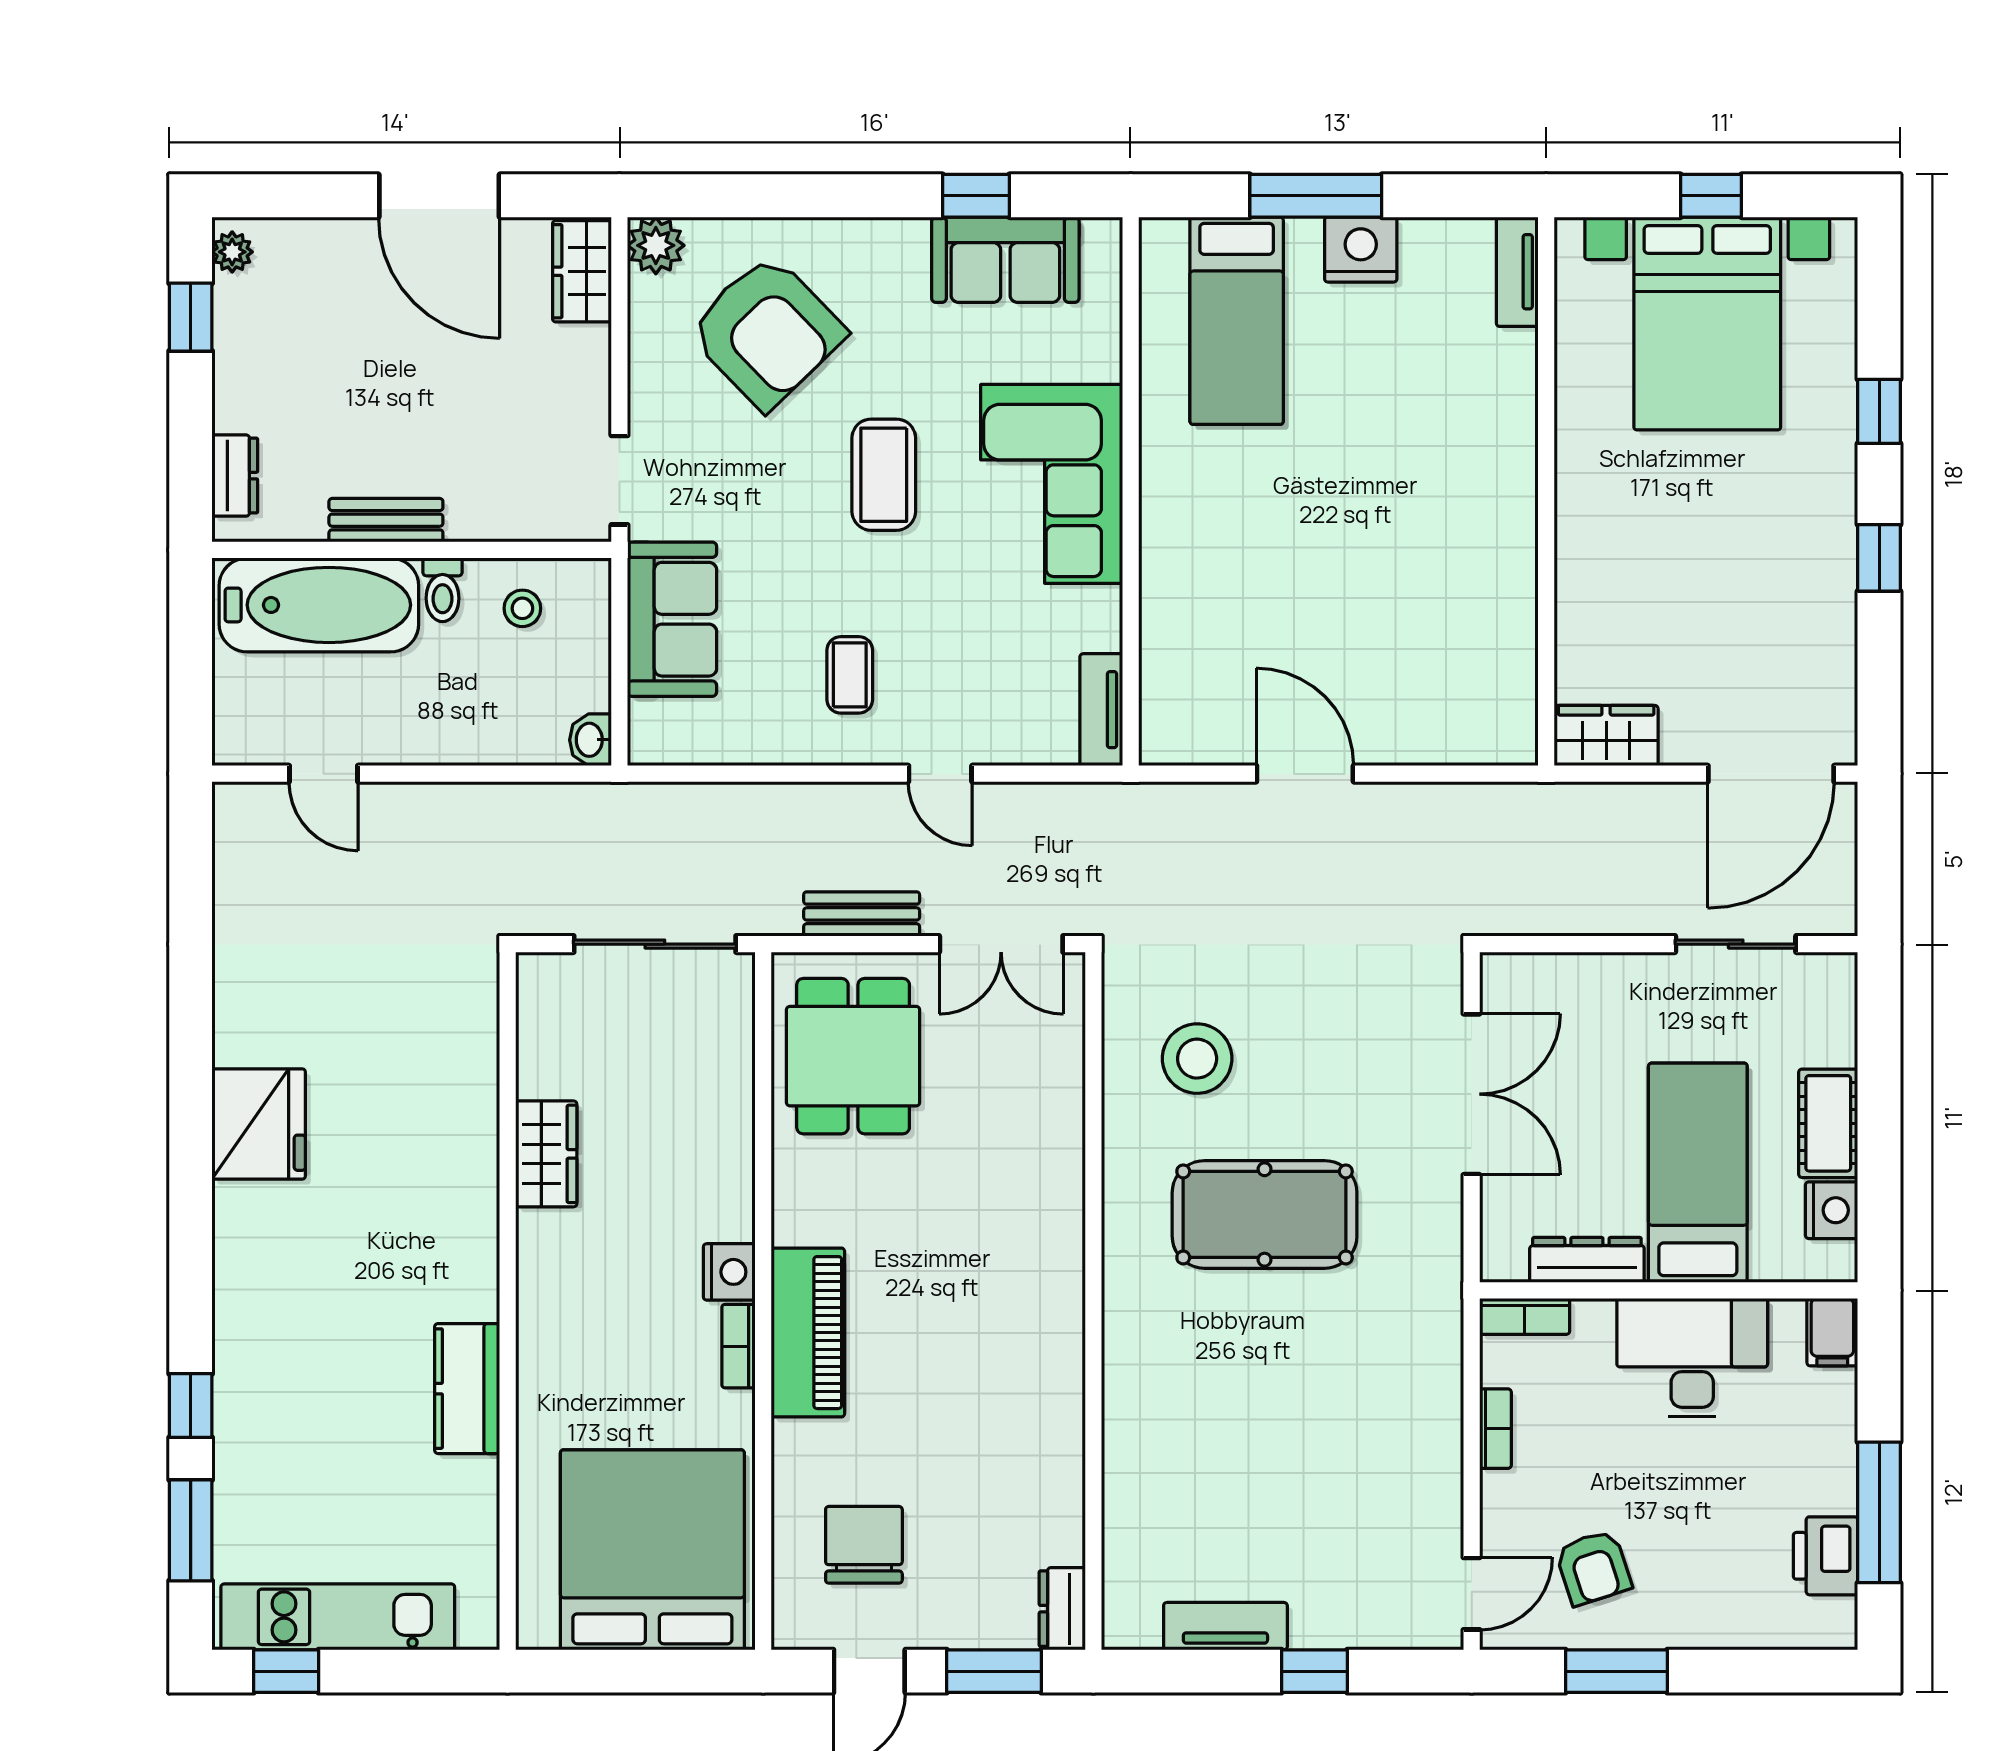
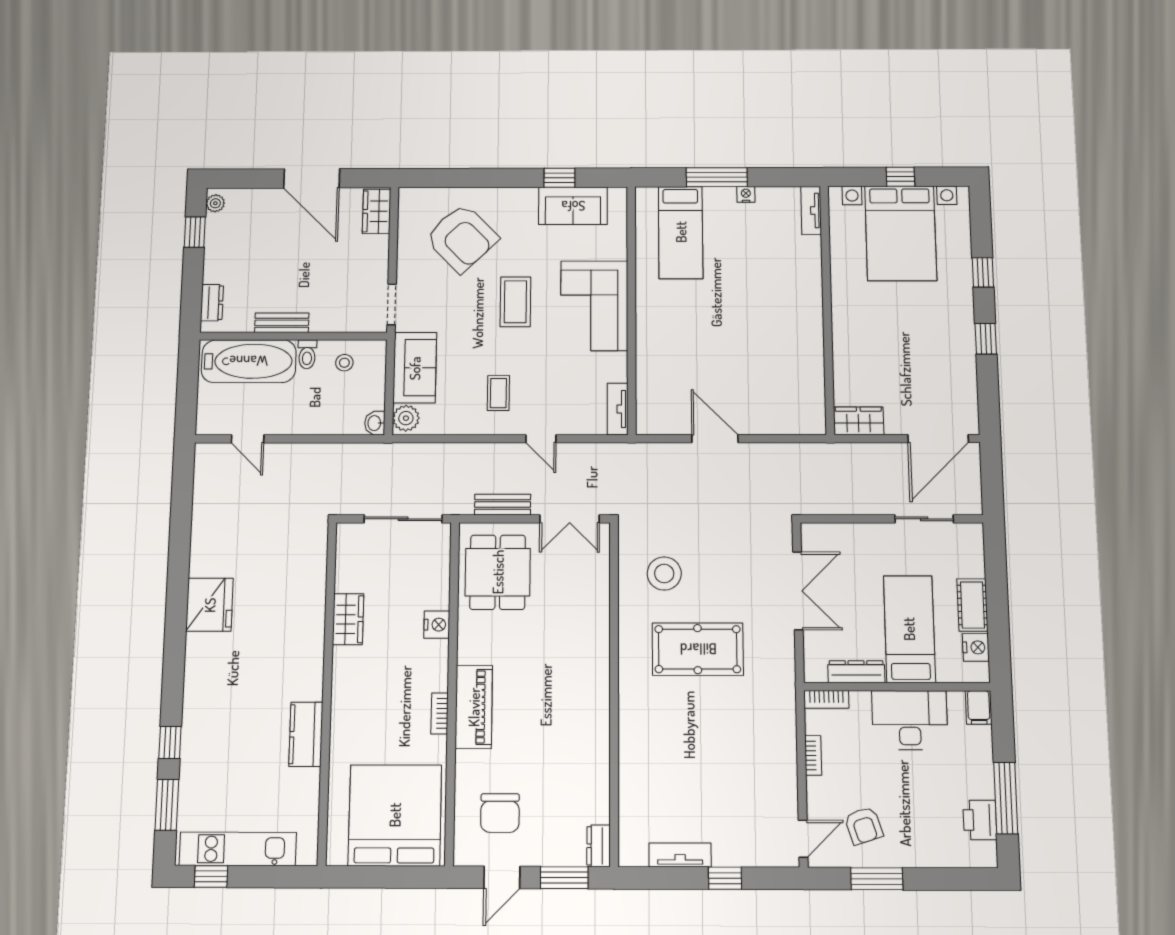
plant: (656, 245) -> (406, 418), moved
nightstand: (1361, 250) -> (746, 194), width x0.53, depth x0.56
nightstand: (729, 1272) -> (437, 625), moved
chair: (864, 1545) -> (500, 813), turned 180

